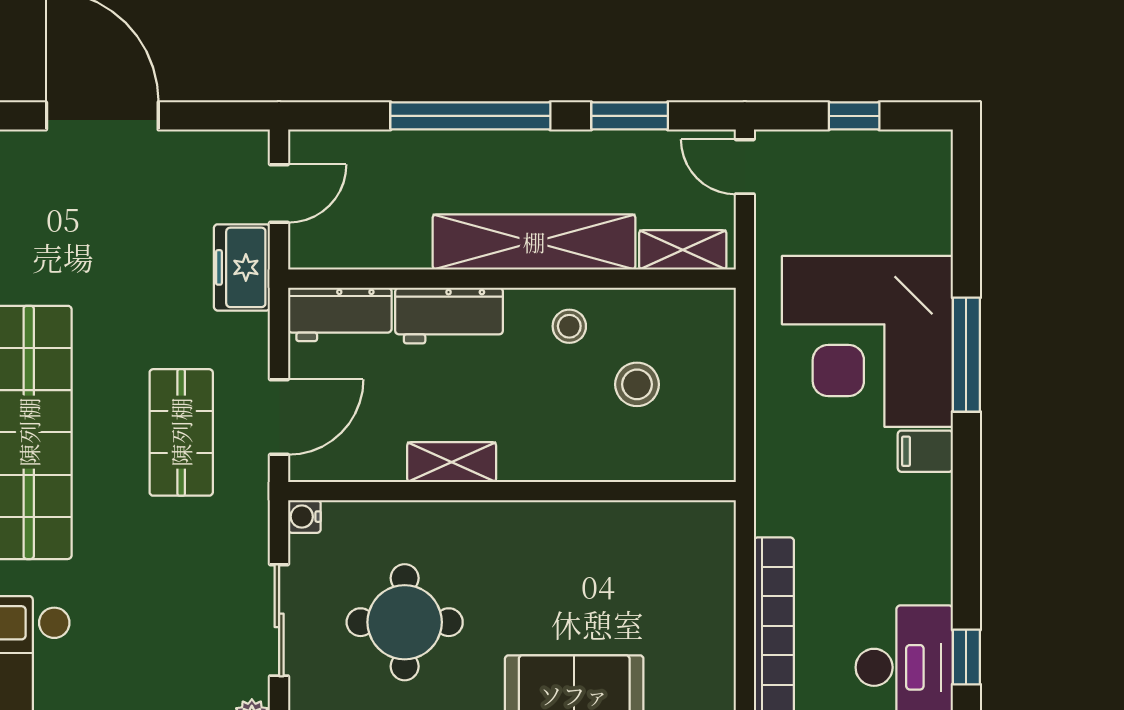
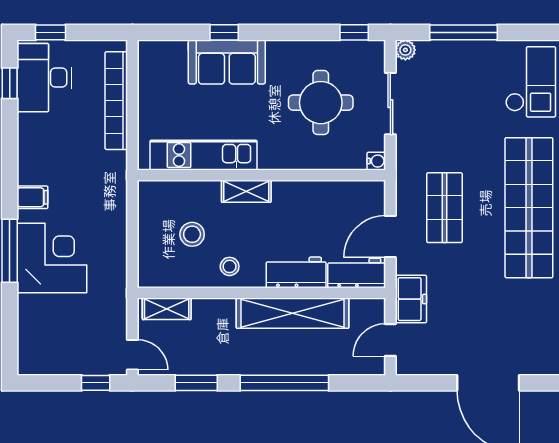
window: (854, 116) -> (96, 383), moved
shelving: (534, 242) -> (293, 313), moved
corner desk: (867, 341) -> (52, 258), width x0.74, depth x0.74
door: (279, 417) -> (390, 236), moved
shelving: (452, 462) -> (246, 191), moved
kitchen unit: (616, 527) -> (204, 155), added

